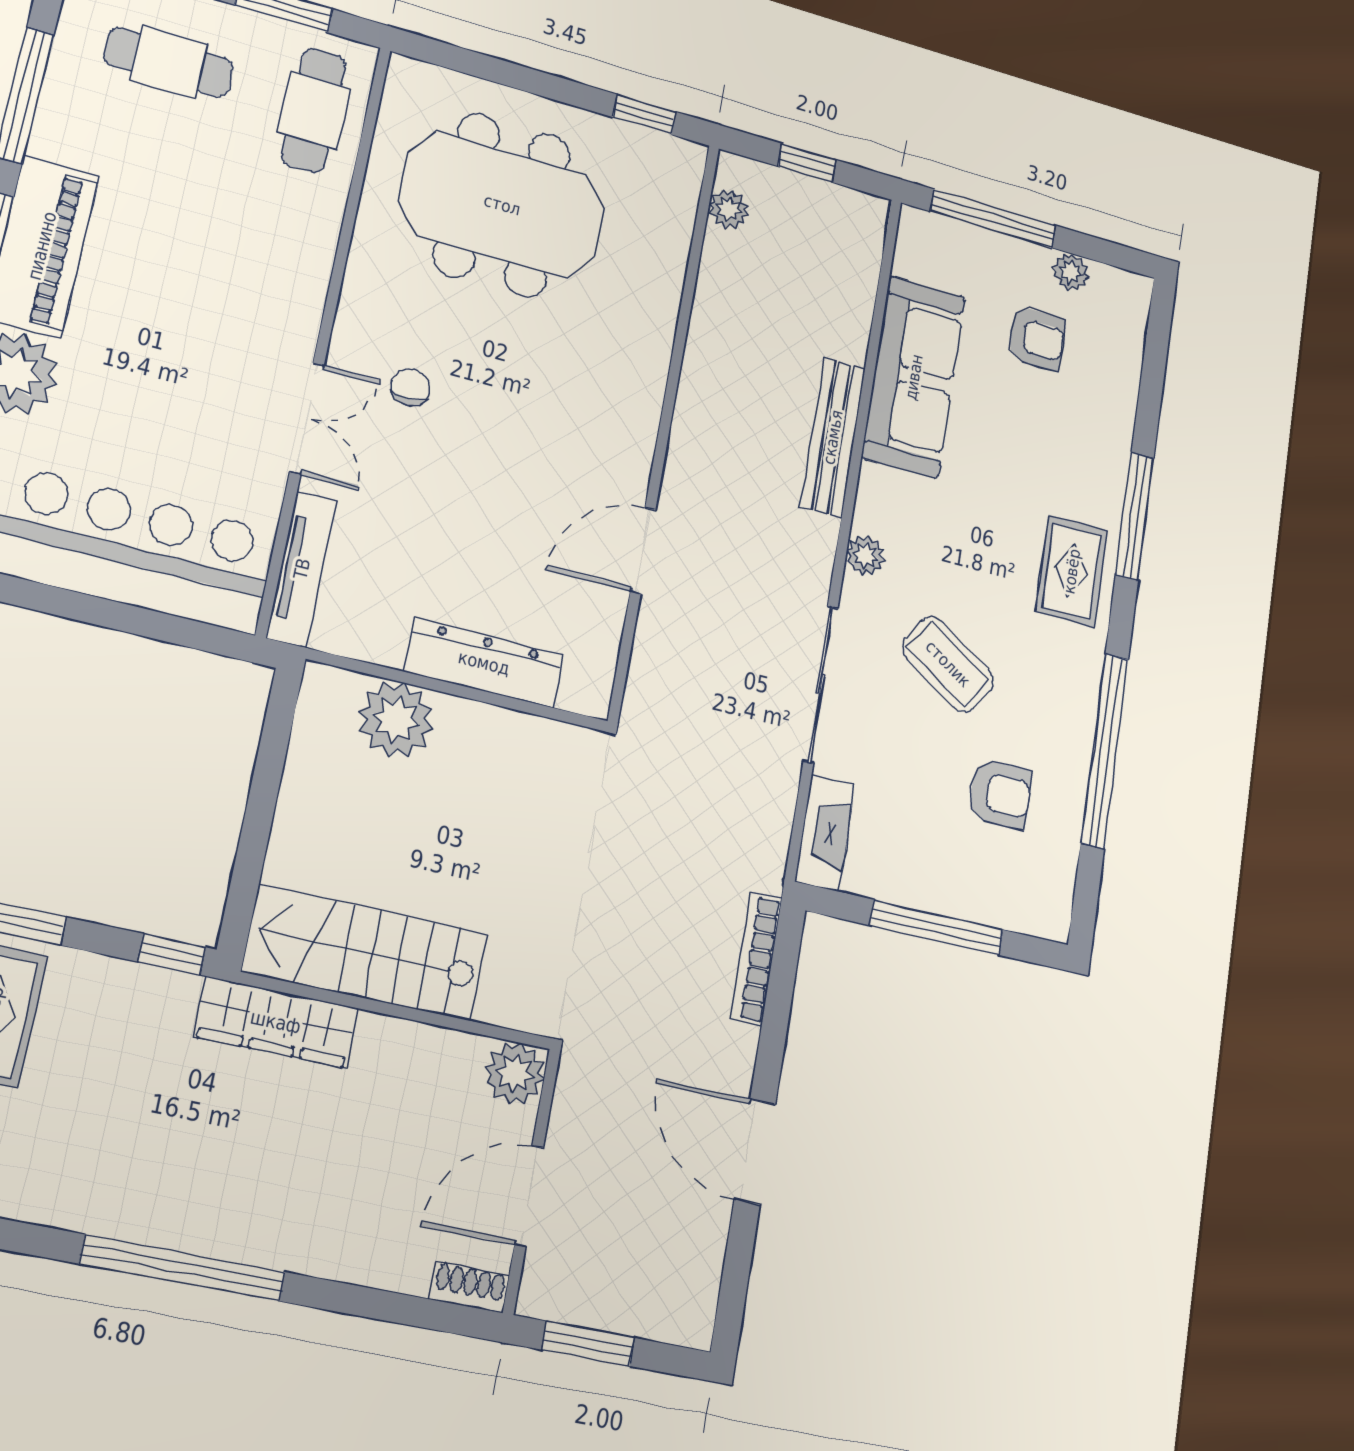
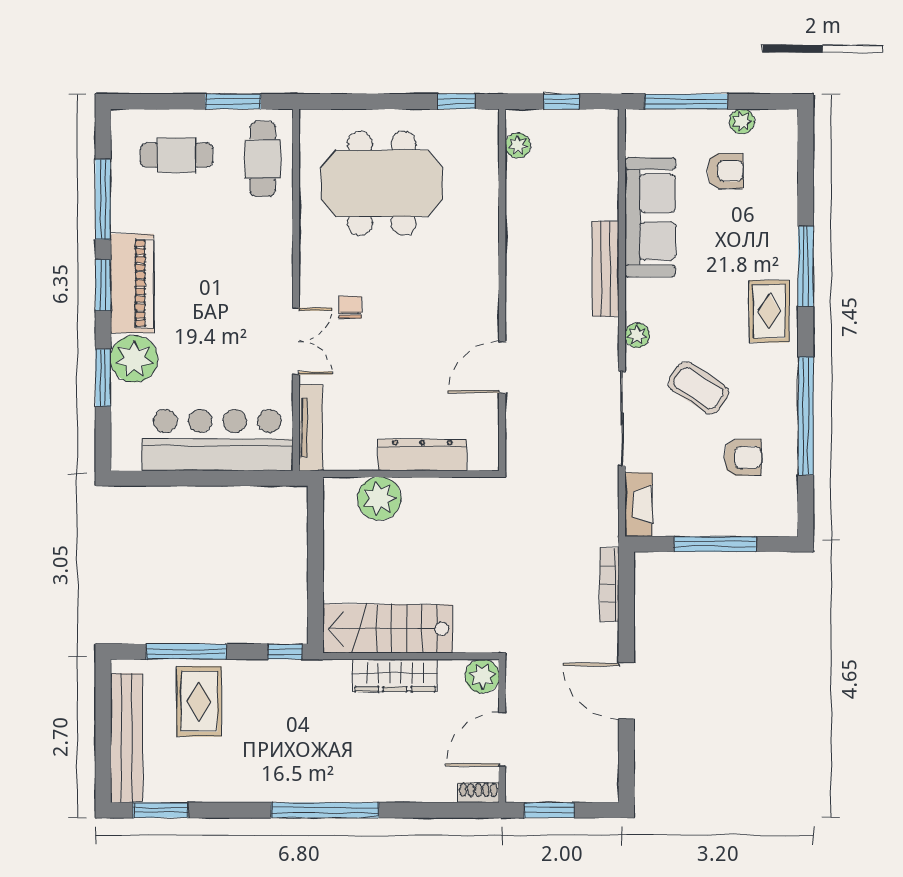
wardrobe: (276, 1022) -> (395, 676), moved

